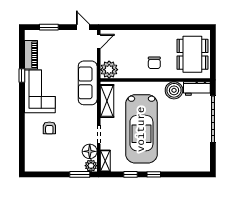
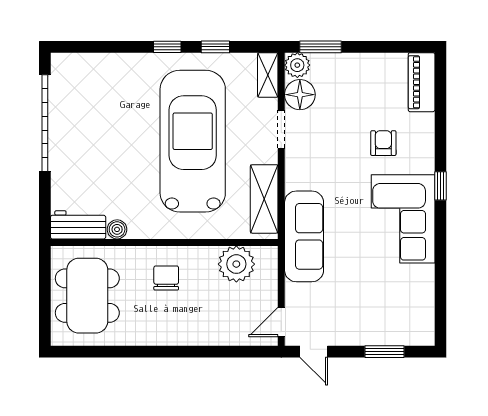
piano: (31, 55) -> (422, 82), moved
plant: (109, 70) -> (236, 264), moved
window: (22, 76) -> (440, 186), moved
boiler: (174, 90) -> (117, 229), width x0.54, depth x0.54
garage door: (213, 119) -> (45, 123), moved

